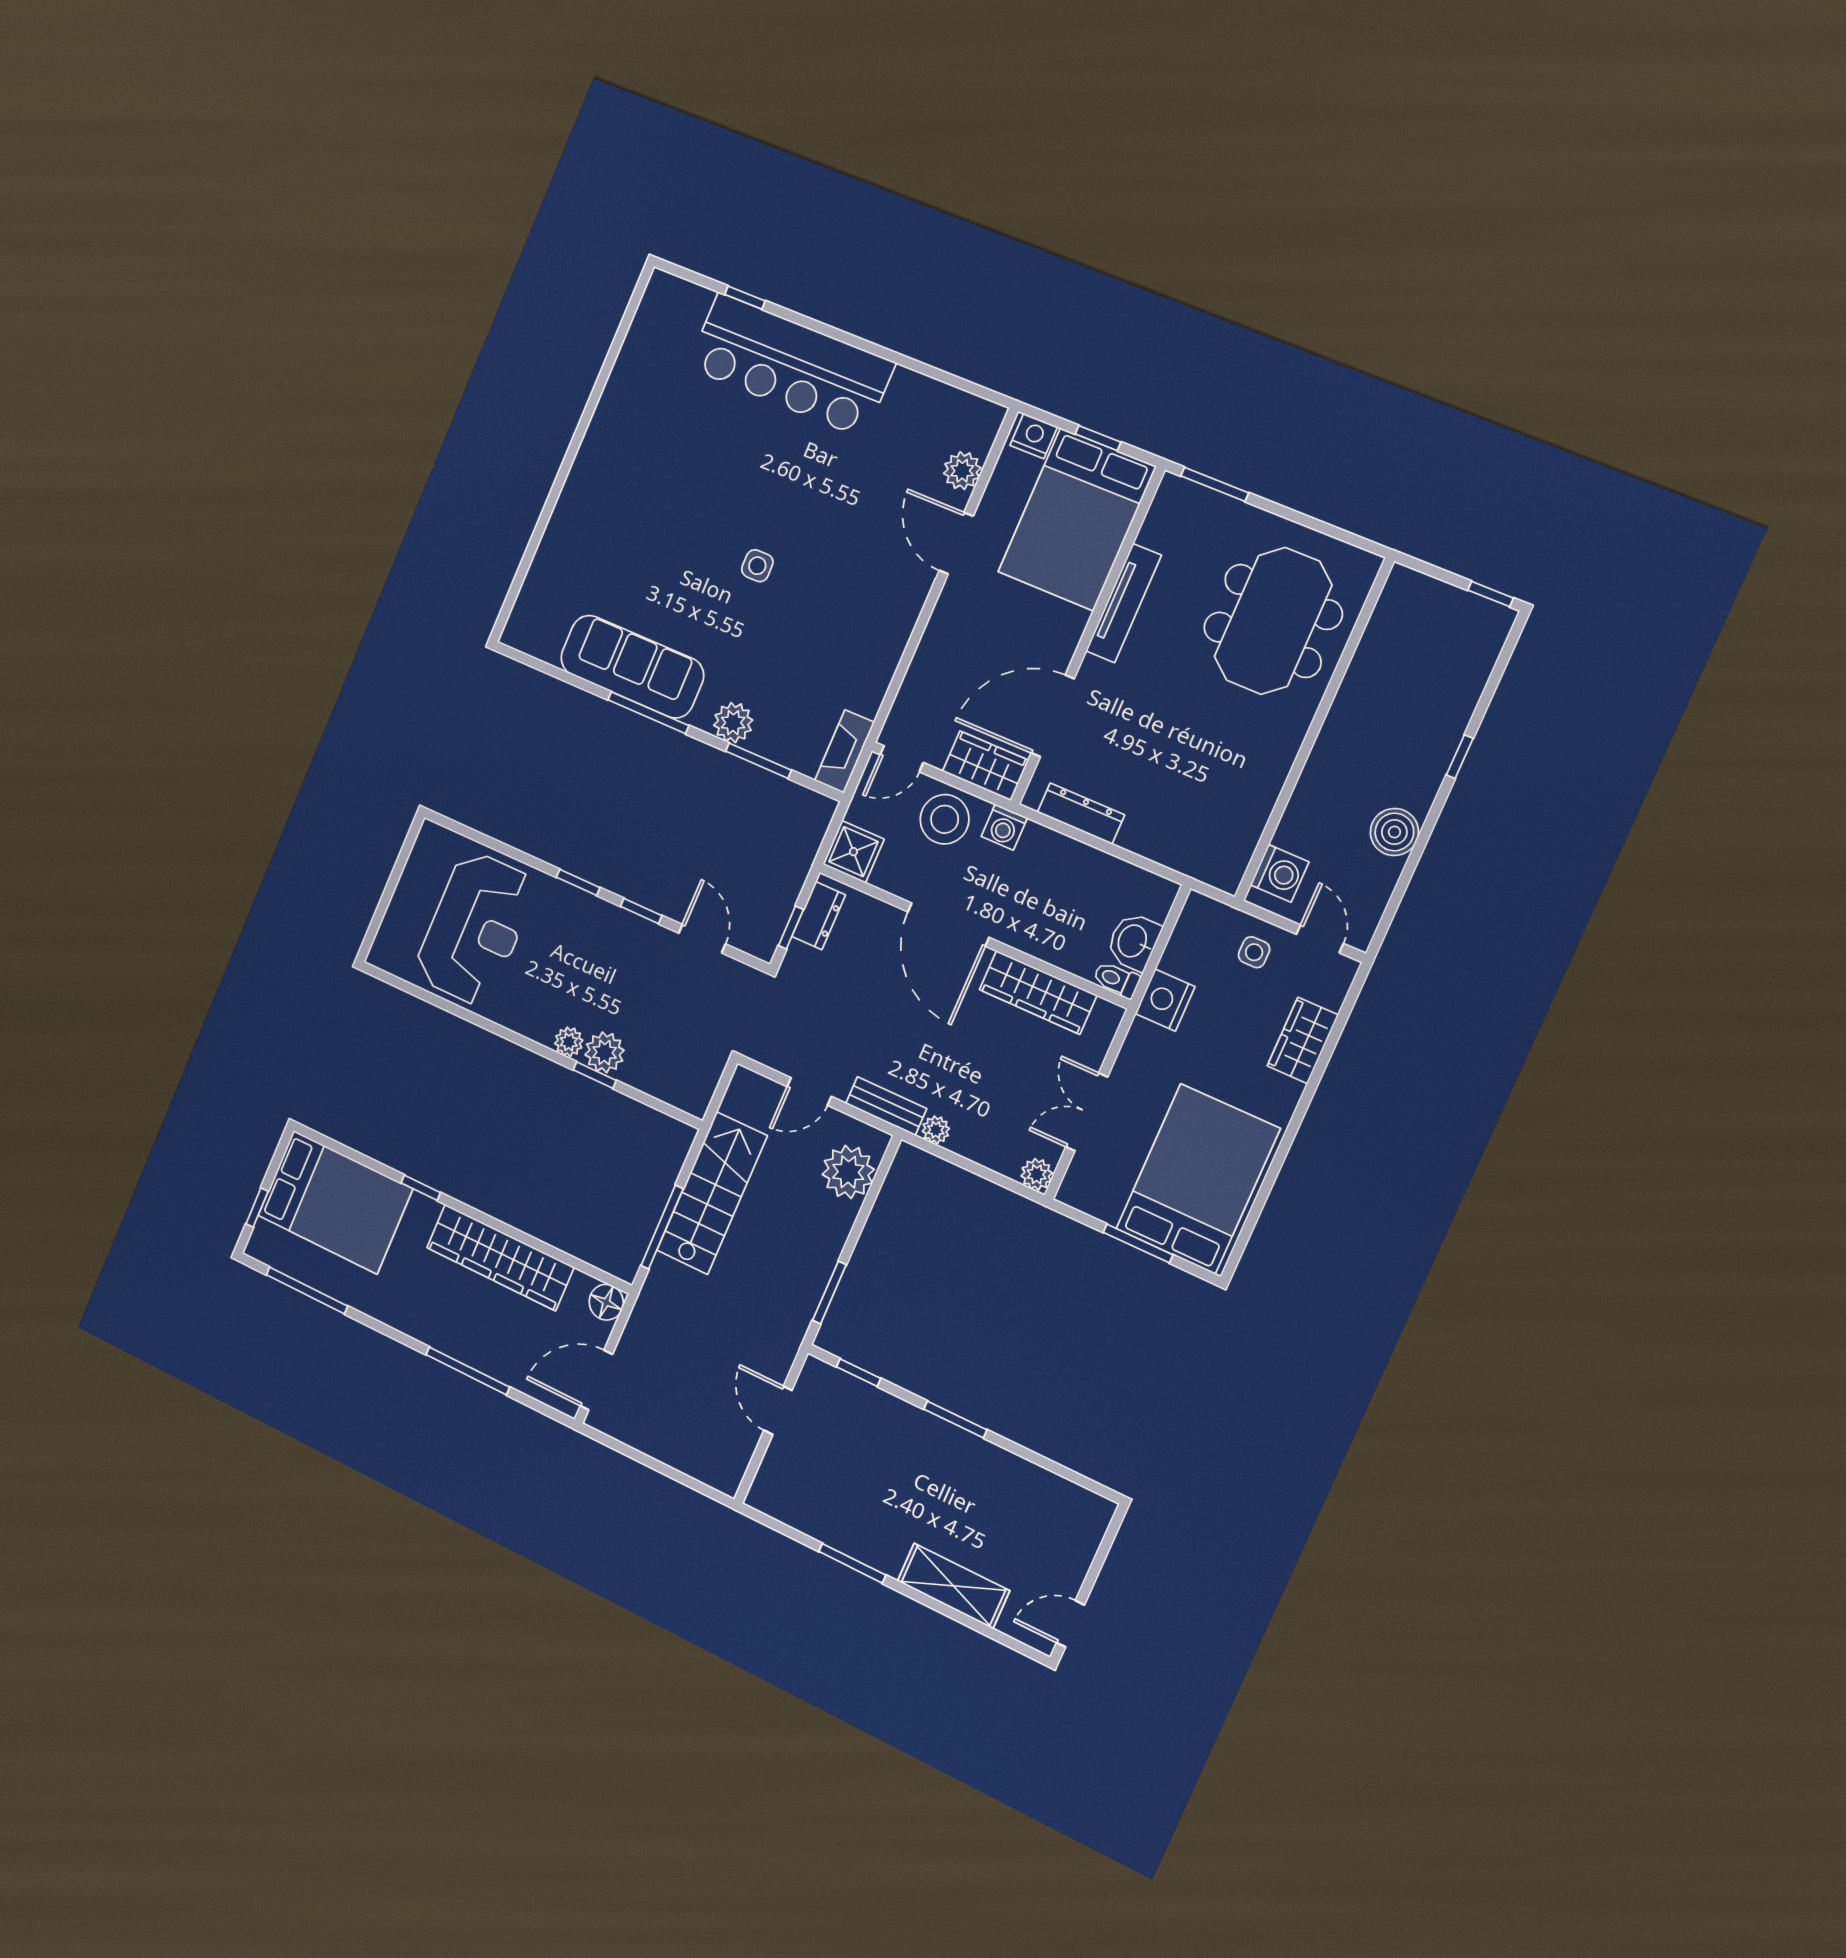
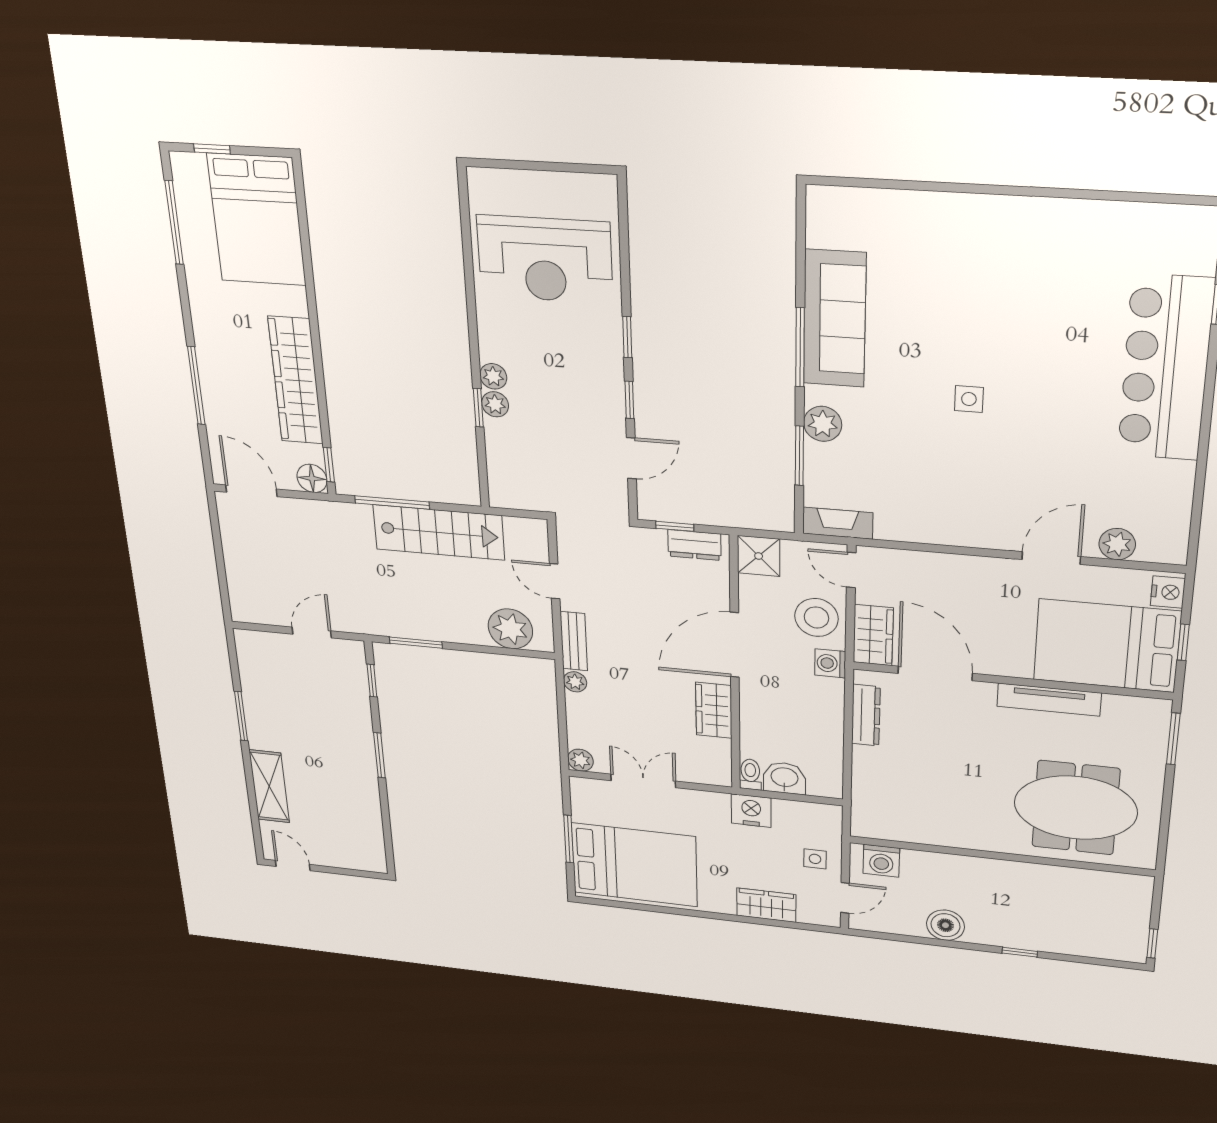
wardrobe: (1038, 993) -> (714, 710), width x0.67
plant: (605, 1052) -> (495, 404), width x0.73, depth x0.73
window: (421, 1188) -> (329, 465), moved

